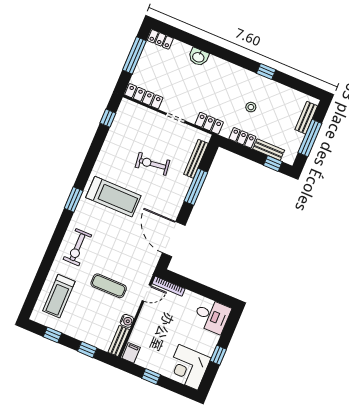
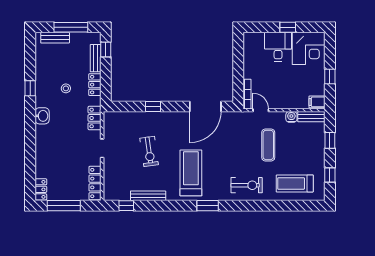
washbasin: (198, 57) -> (42, 116), moved
bench: (196, 159) -> (148, 196), moved
window: (196, 187) -> (153, 107), width x0.46
treadmill: (59, 296) -> (295, 183), turned 180
desk: (212, 316) -> (278, 47), moved

